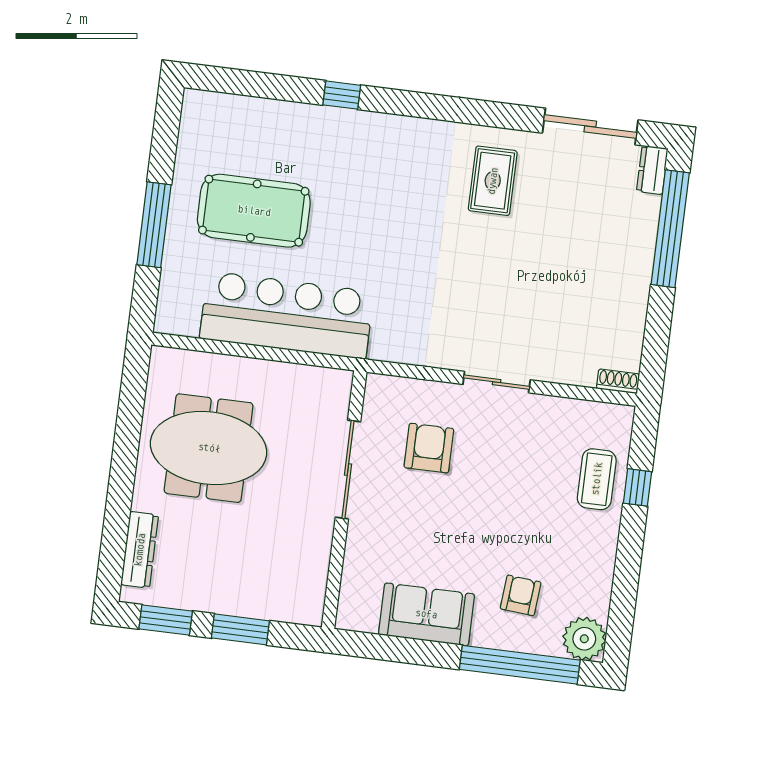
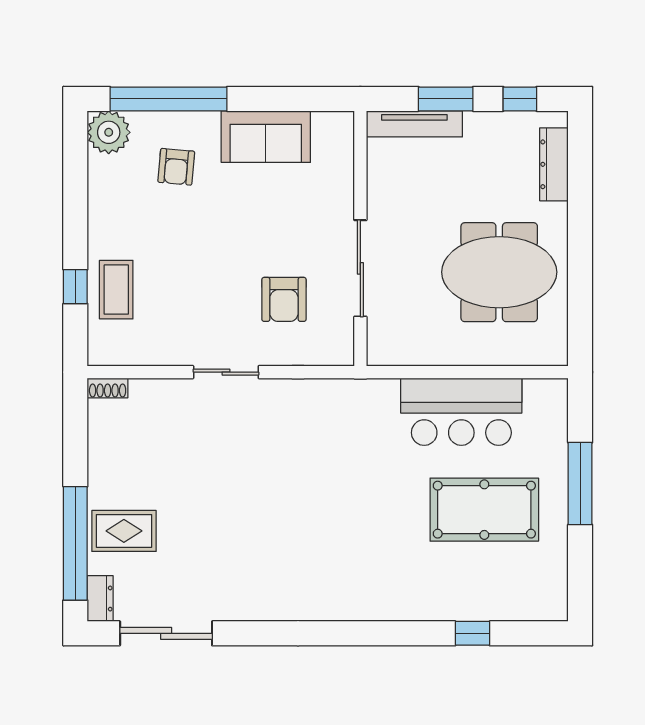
window: (342, 95) -> (472, 633), moved
rug: (493, 181) -> (124, 531), moved, turned 90
bar counter: (287, 315) -> (461, 412), width x0.73
tv unit: (275, 608) -> (414, 124), added
window: (166, 620) -> (520, 99), width x0.67

